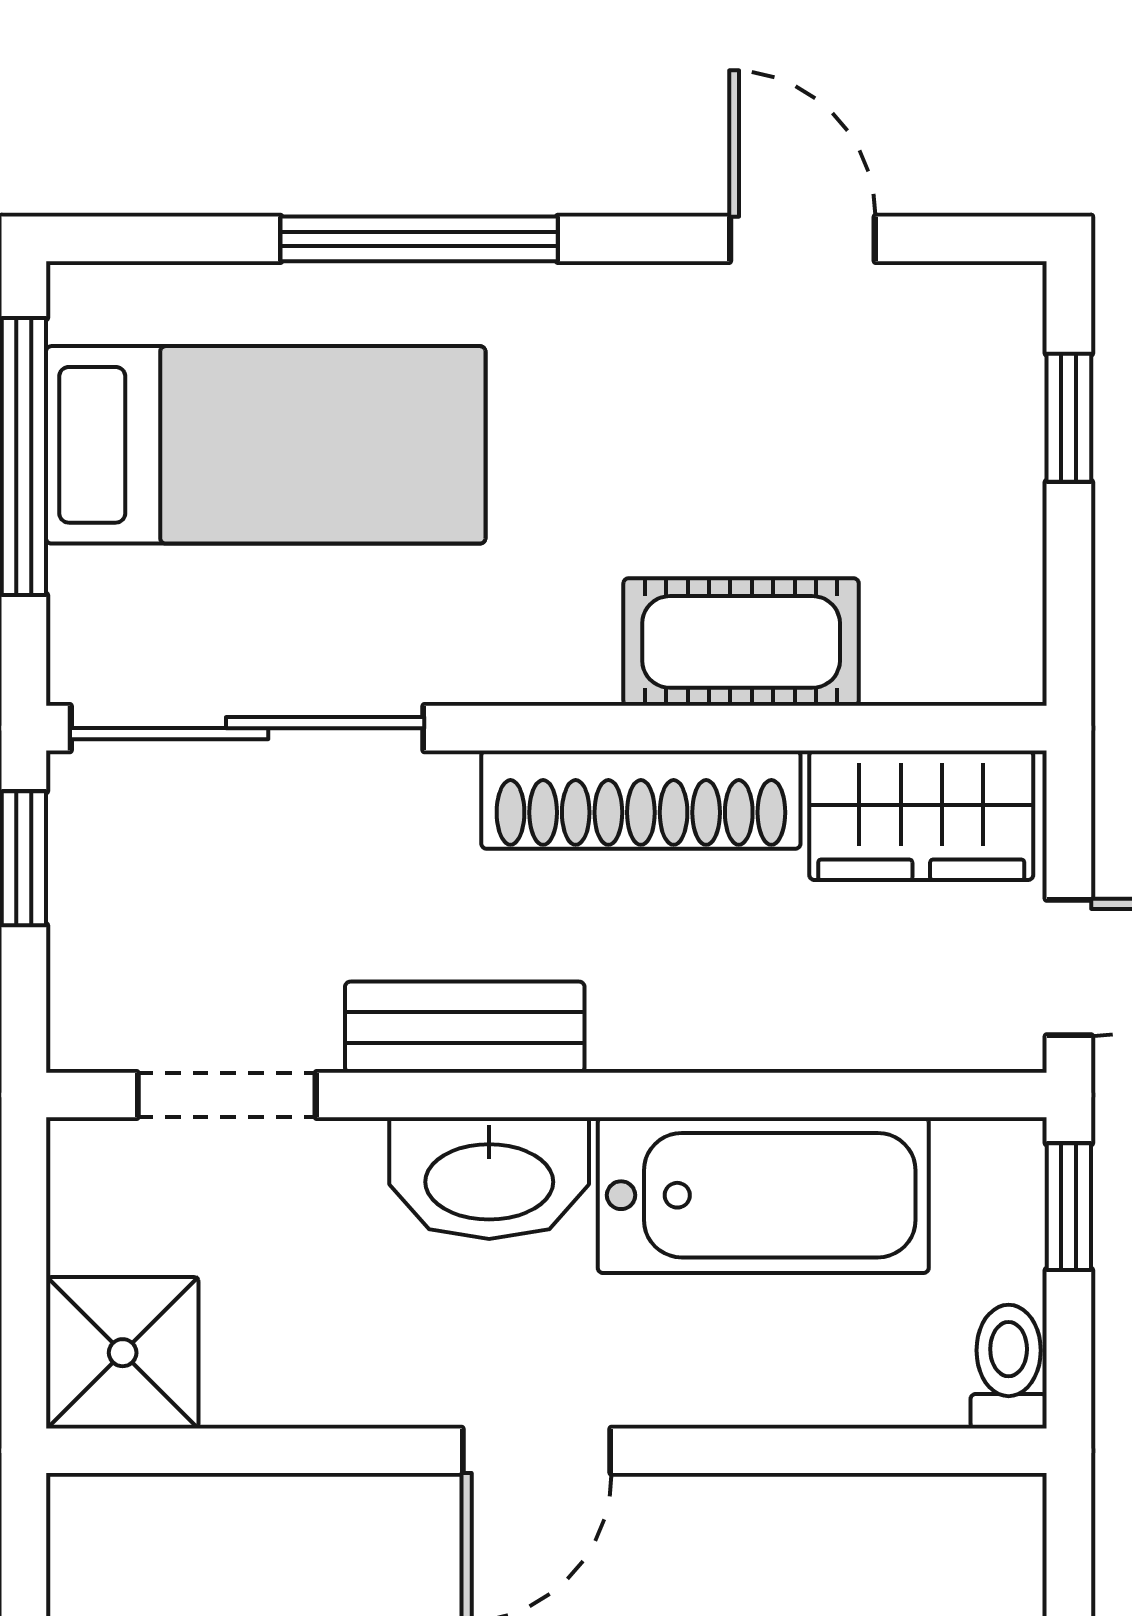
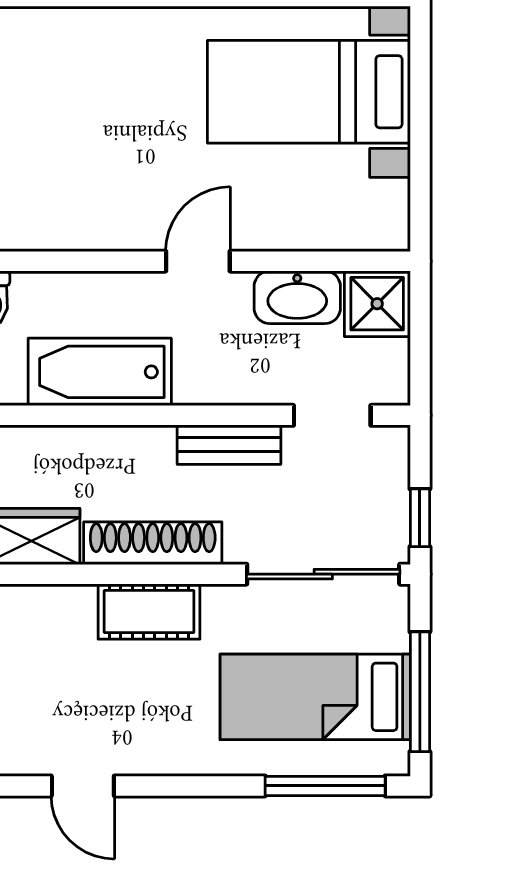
window: (419, 239) -> (325, 786), moved
cot: (741, 642) -> (149, 611), moved
washbasin: (489, 1178) -> (297, 297), moved, turned 180

